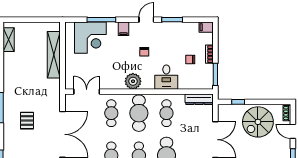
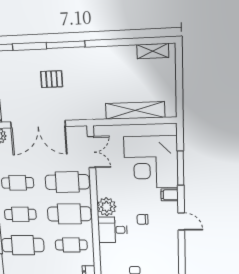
window: (172, 20) -> (182, 251), removed
corner desk: (90, 38) -> (151, 162), width x1.36, depth x1.36
desk: (166, 77) -> (113, 230), moved
cafe table: (111, 113) -> (67, 182), width x1.37, depth x1.35

